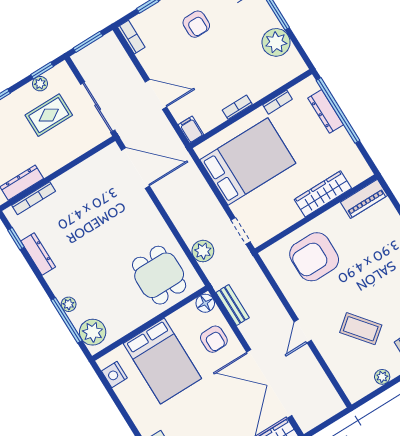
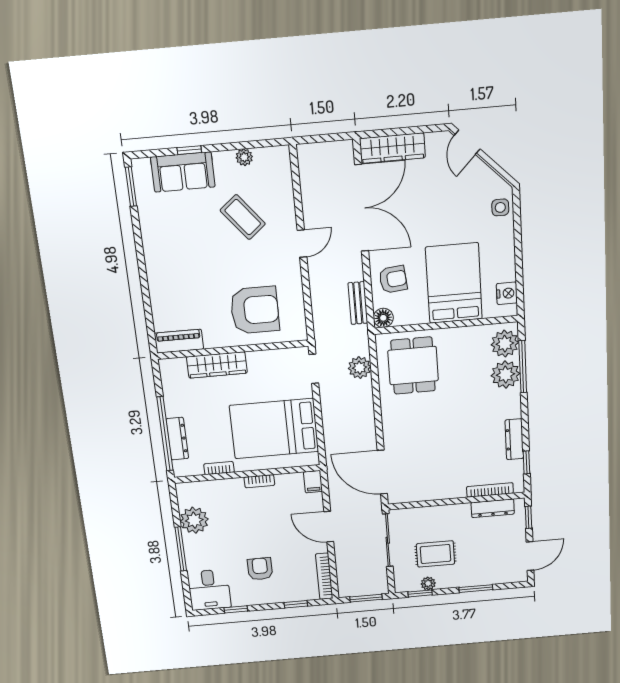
bookcase: (131, 37) -> (324, 576), width x1.56
plant: (69, 304) -> (506, 375), width x1.88, depth x1.88
armchair: (214, 339) -> (393, 279), turned 84

